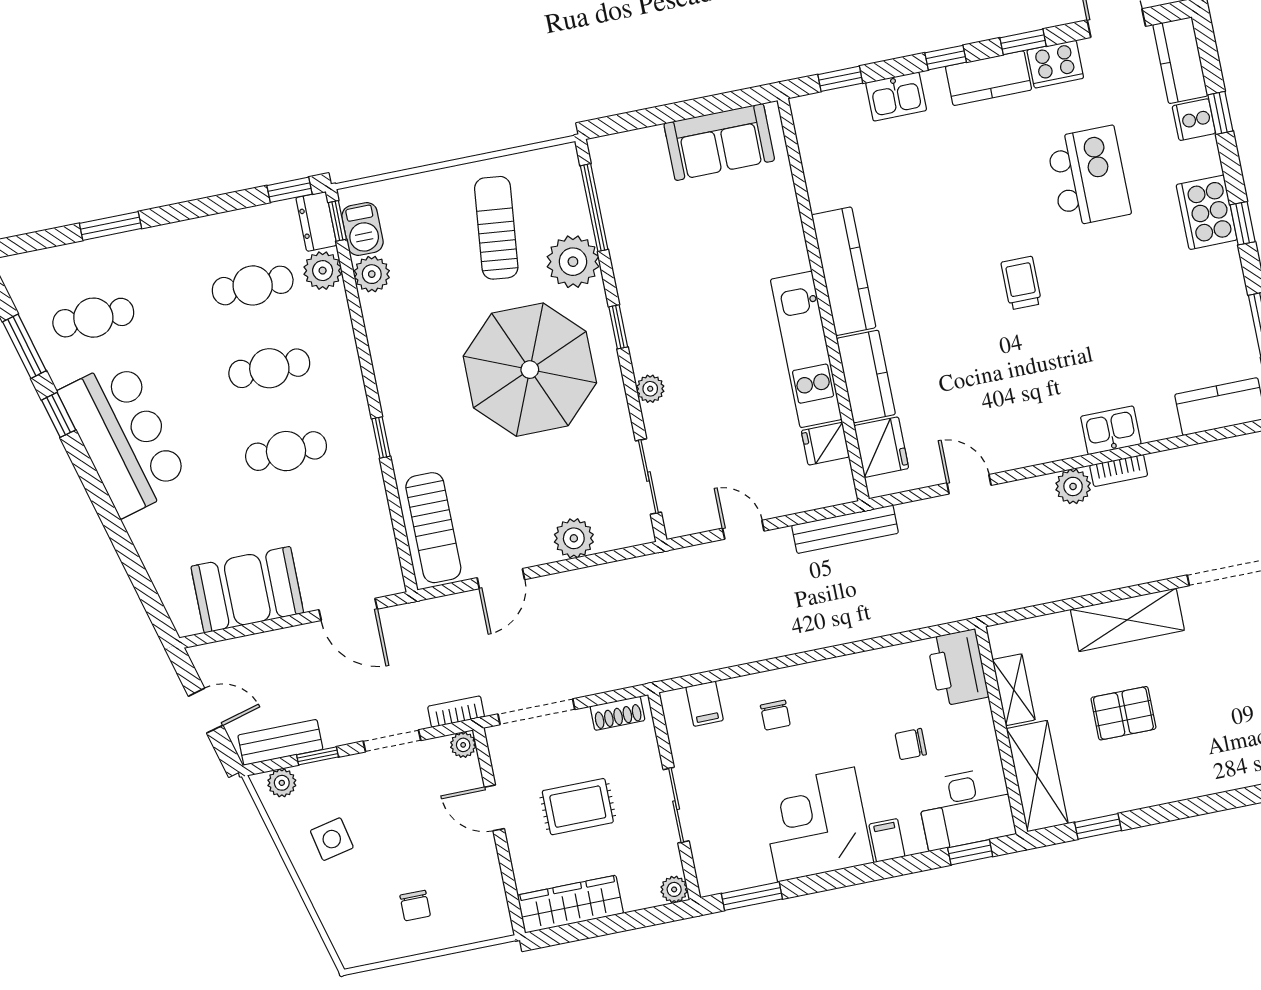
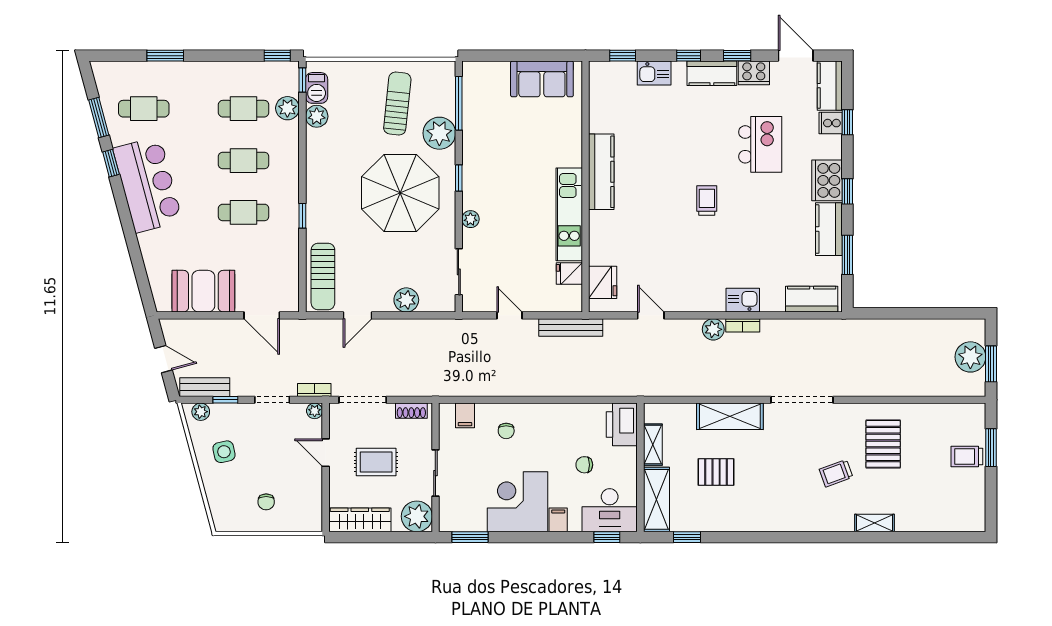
dresser: (316, 221) -> (290, 78), removed
kitchen counter: (866, 376) -> (829, 229), moved, turned 180
plant: (674, 889) -> (417, 516), width x1.87, depth x1.87

